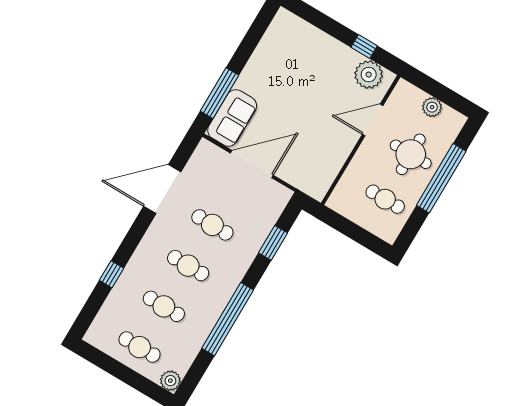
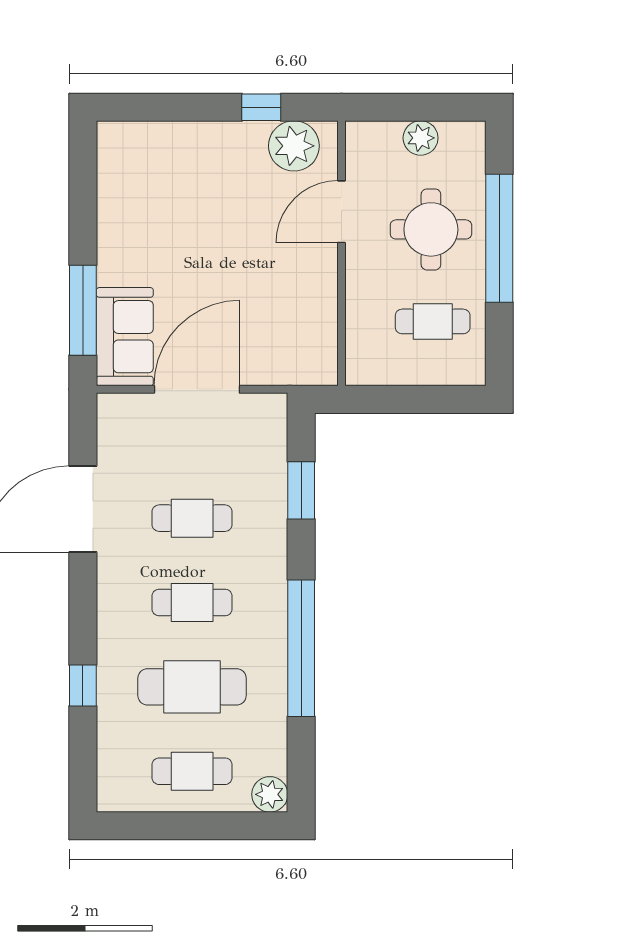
cafe table: (164, 306) -> (192, 687), width x1.37, depth x1.35

